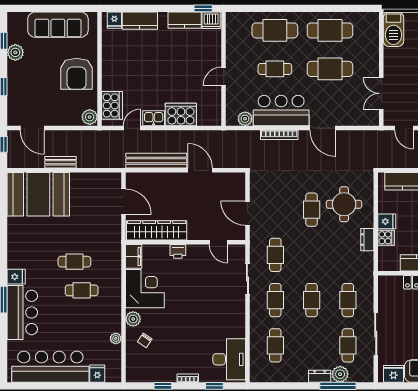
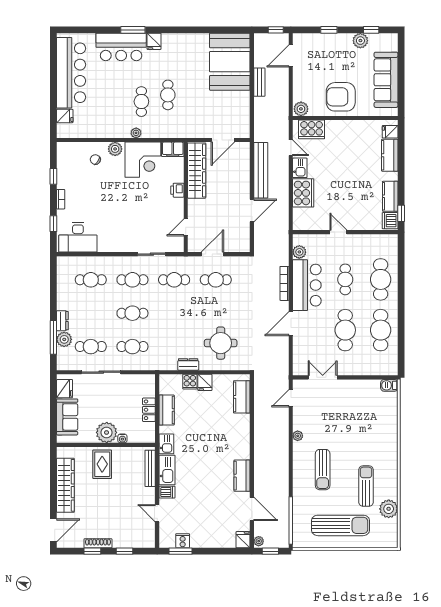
barbecue: (394, 29) -> (389, 385), width x0.53, depth x0.65
cafe table: (312, 210) -> (216, 280), moved
plant: (116, 338) -> (136, 133), moved

